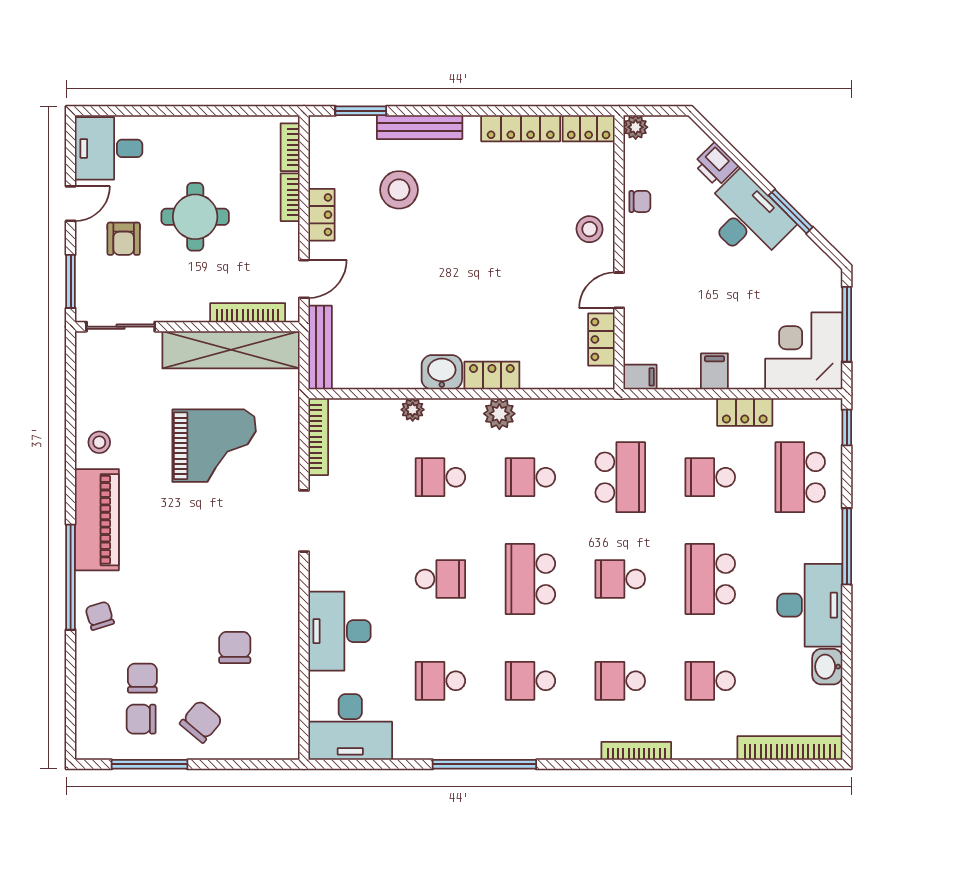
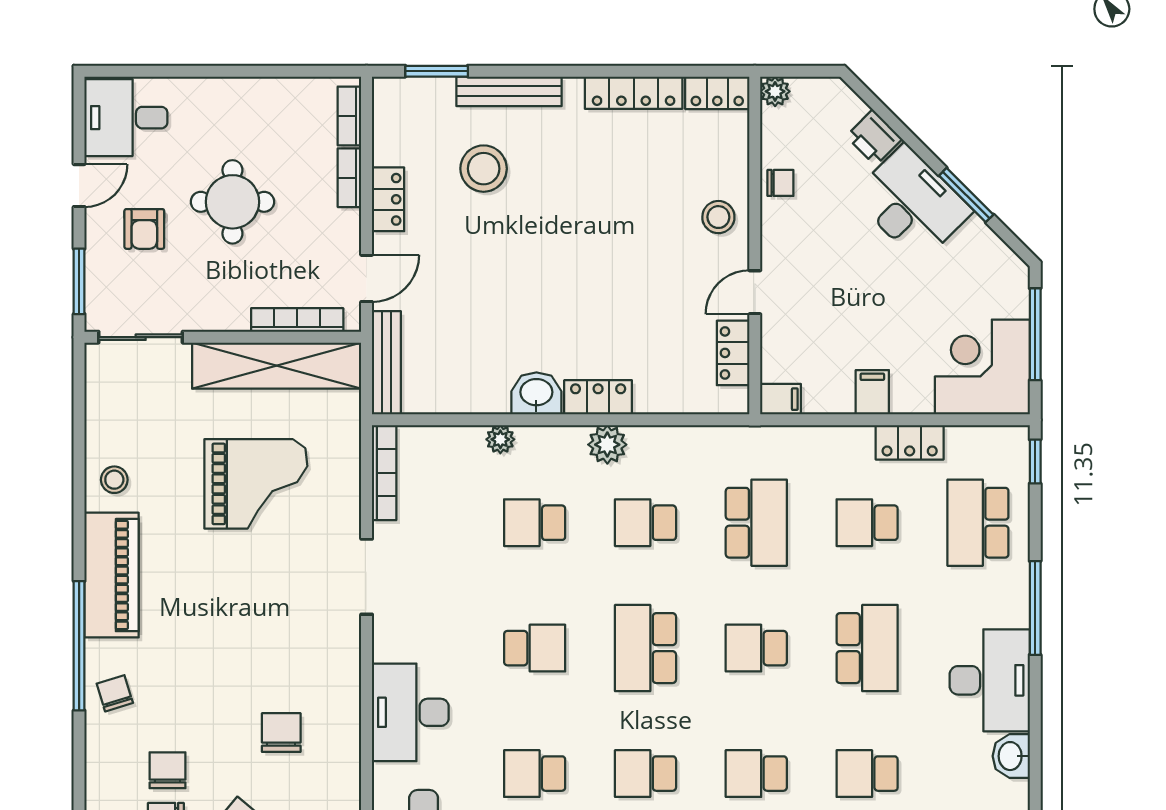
school desk: (710, 579) -> (867, 648), turned 180

